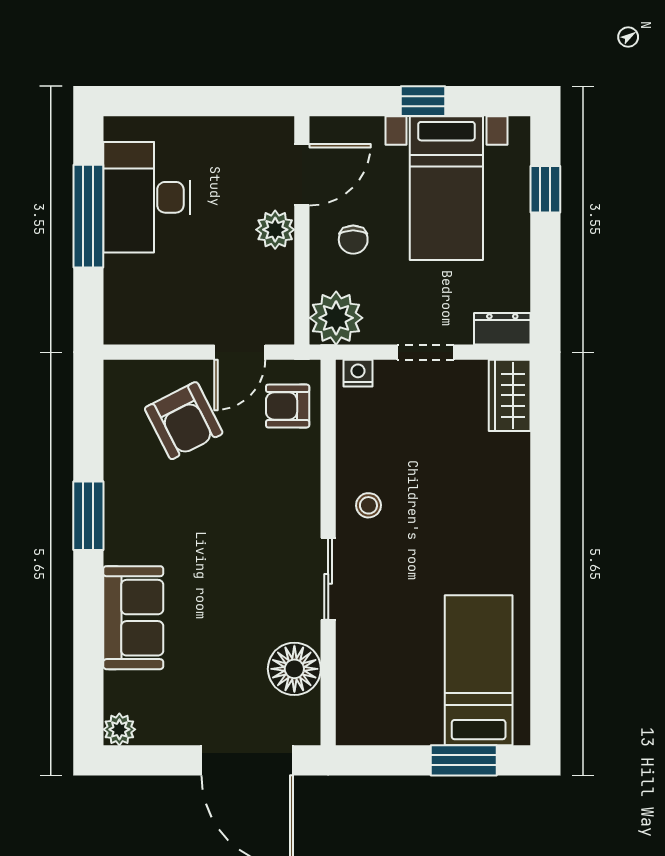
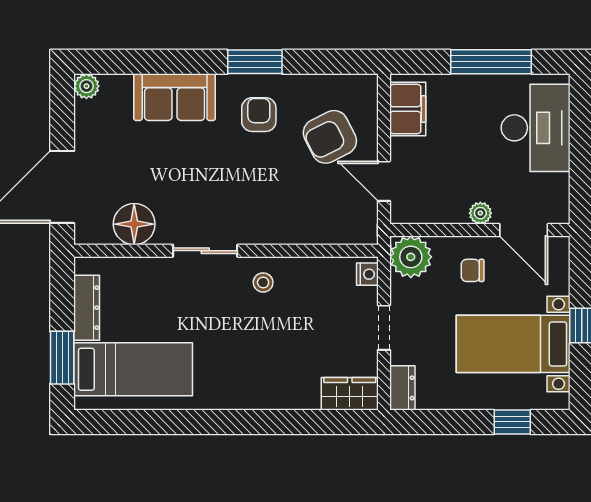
desk: (147, 197) -> (536, 128), moved, turned 90
plant: (275, 230) -> (480, 213), width x0.73, depth x0.73
filing cabinet: (148, 322) -> (408, 109), added
armchair: (288, 406) -> (259, 115), moved
dresser: (400, 729) -> (87, 308), added

